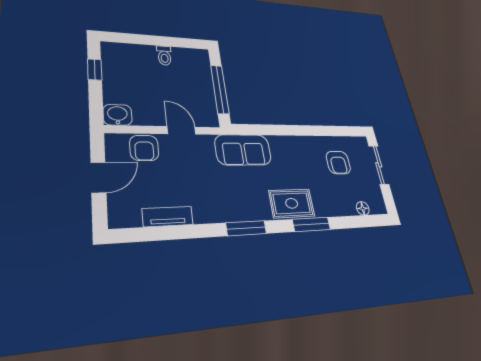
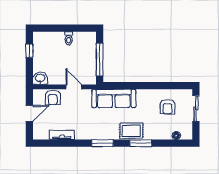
sofa: (243, 150) -> (114, 98), width x1.36

